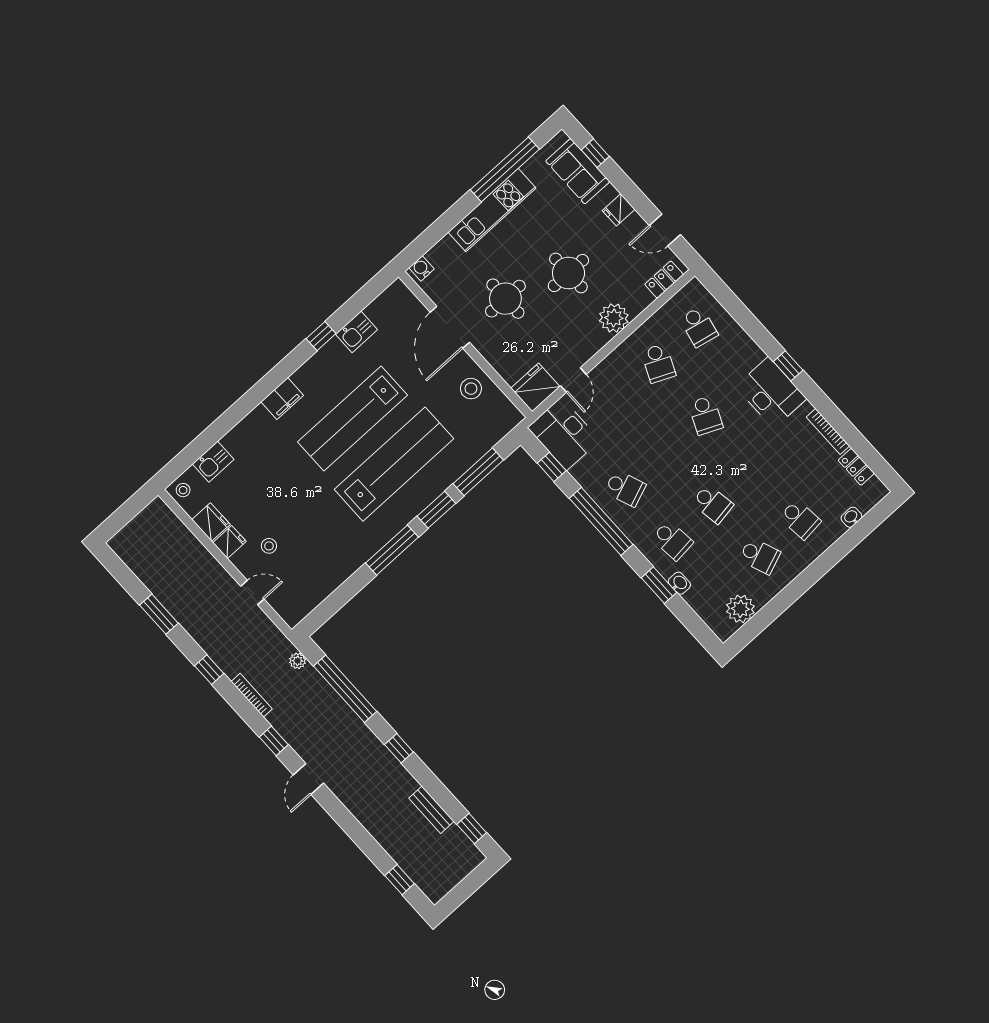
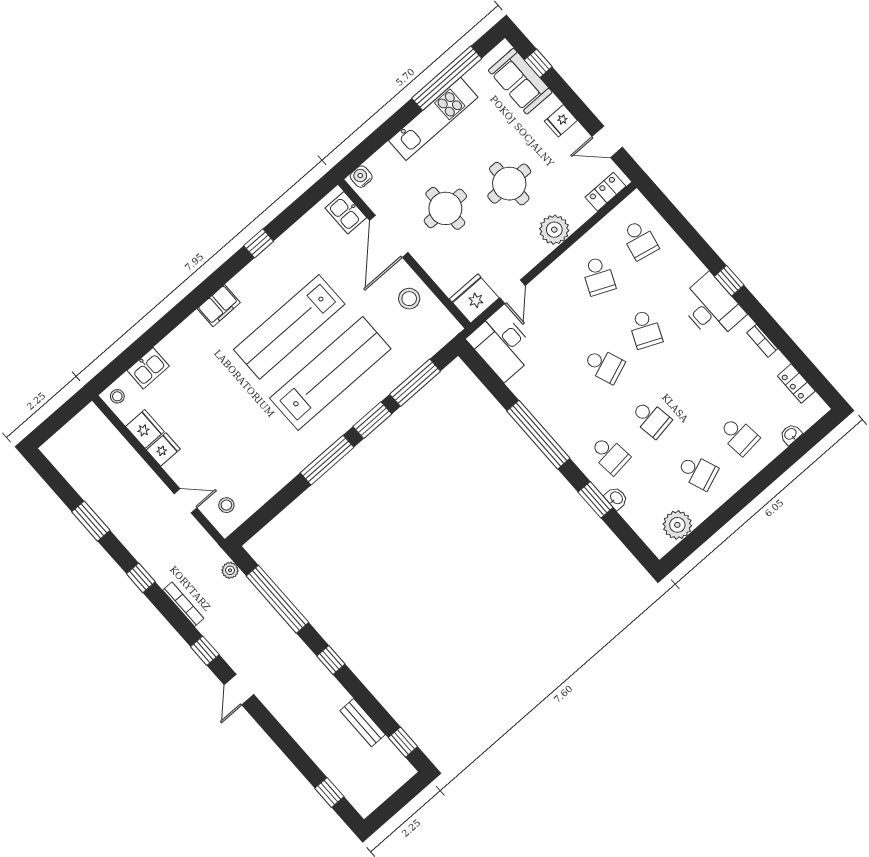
kitchen sink: (356, 332) -> (346, 213), moved, turned 90
bookcase: (828, 432) -> (762, 341), width x0.64
window: (552, 467) -> (489, 379), removed
school desk: (625, 488) -> (604, 365), moved
stool: (269, 546) -> (226, 505), moved

